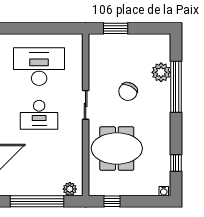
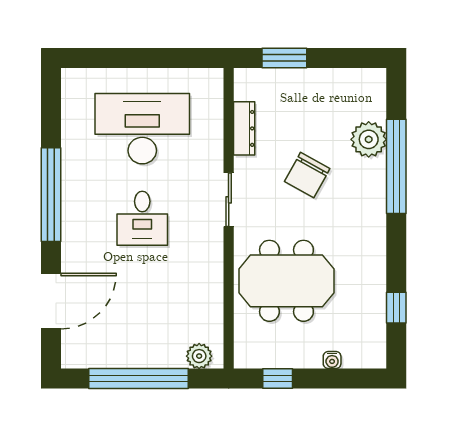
dresser: (94, 66) -> (244, 128), added
desk: (39, 115) -> (142, 218), width x0.73
water cooler: (164, 191) -> (332, 360), moved

